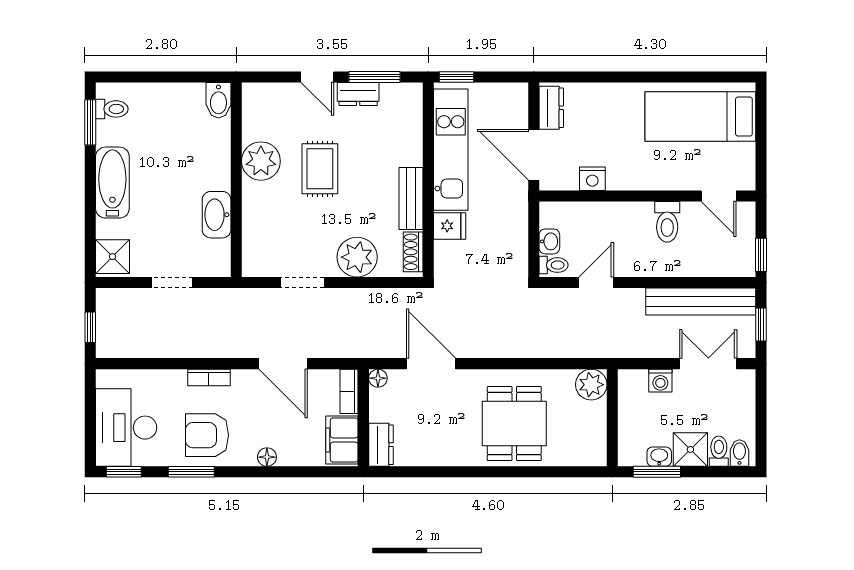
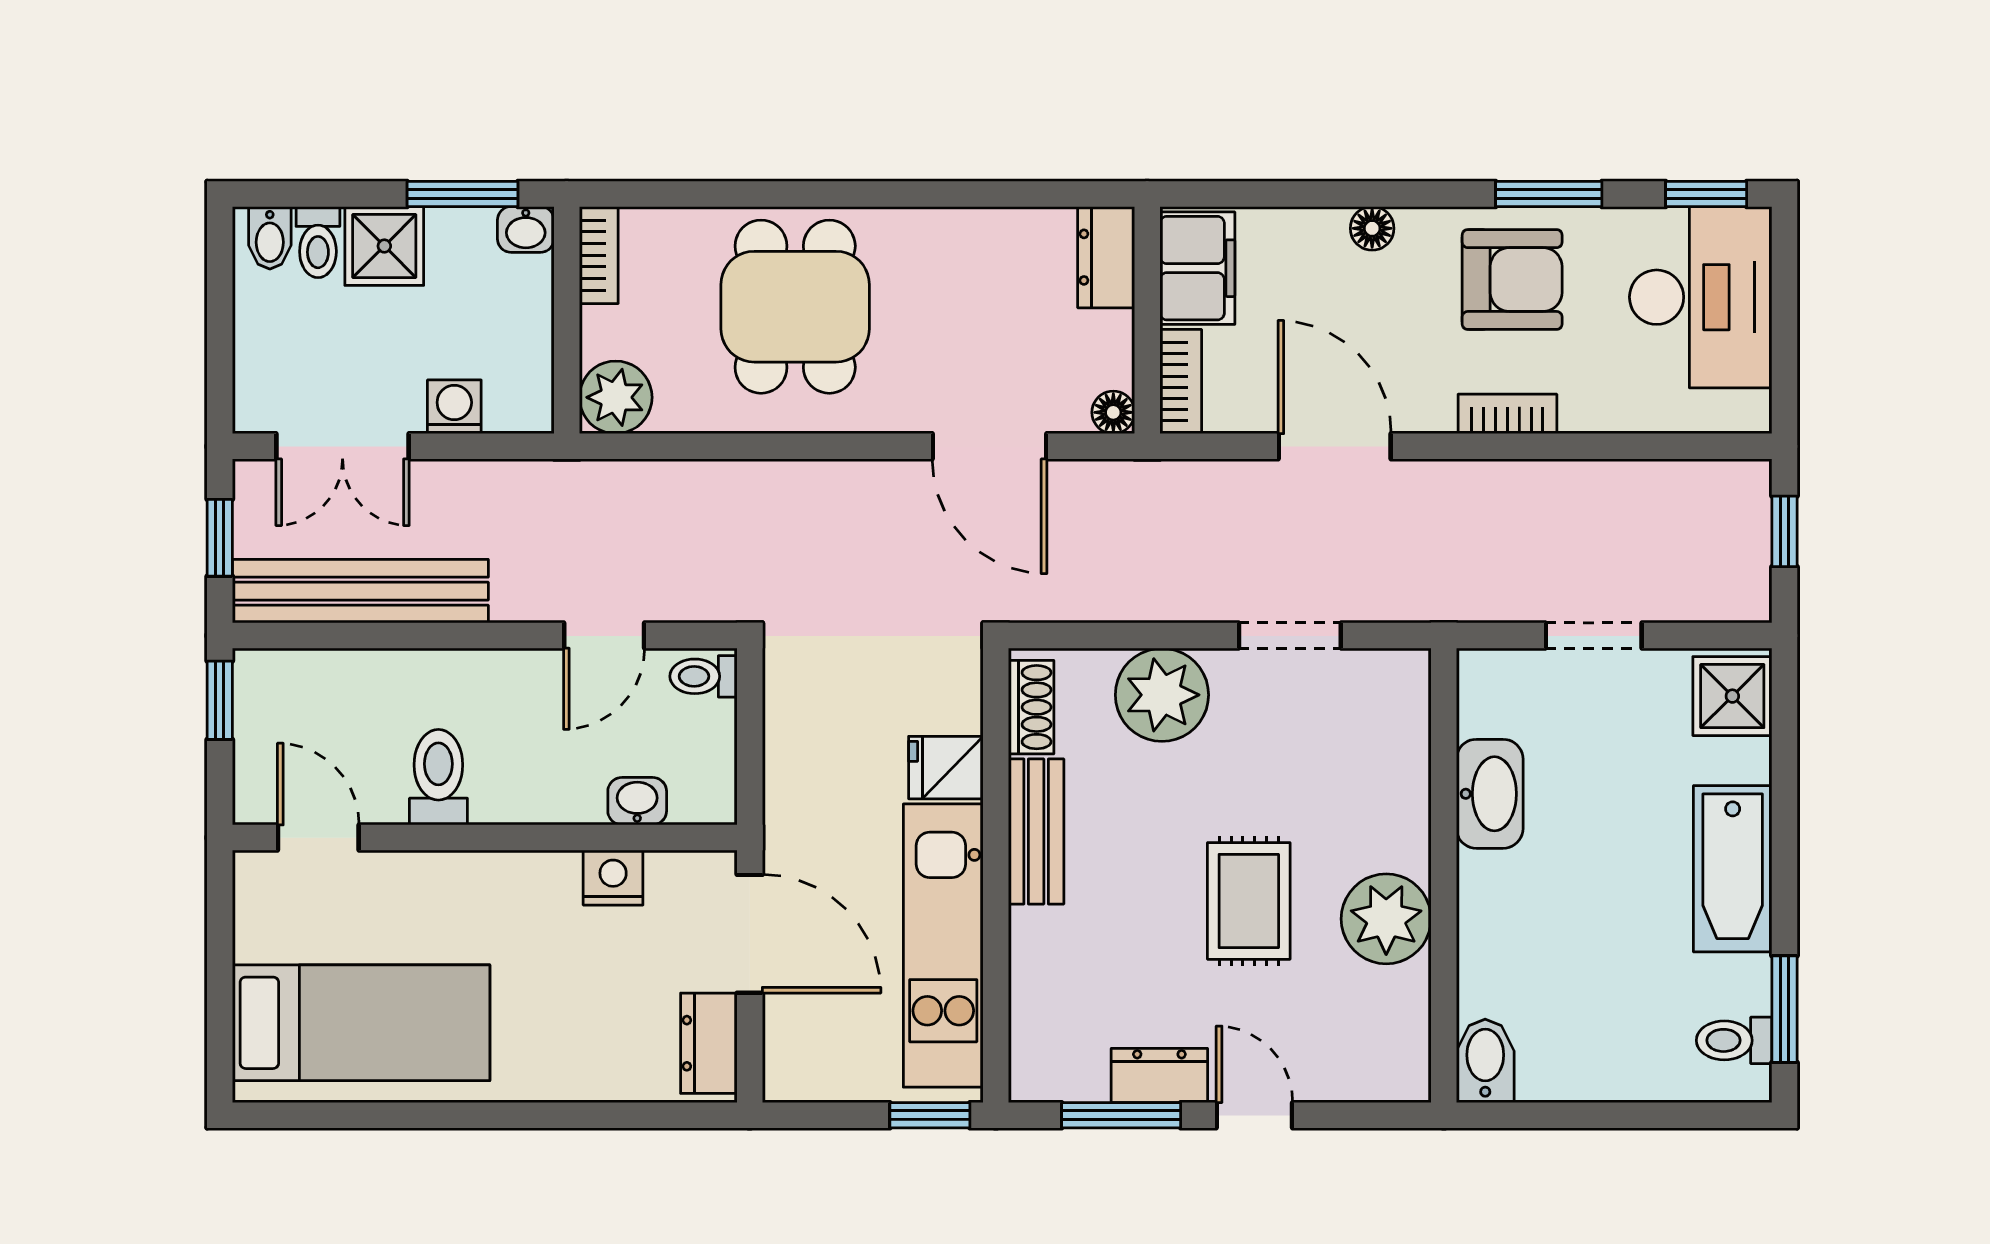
washbasin: (549, 241) -> (637, 801), moved, turned 90
bookcase: (598, 446) -> (599, 255), added
washbasin: (659, 457) -> (526, 229), moved

